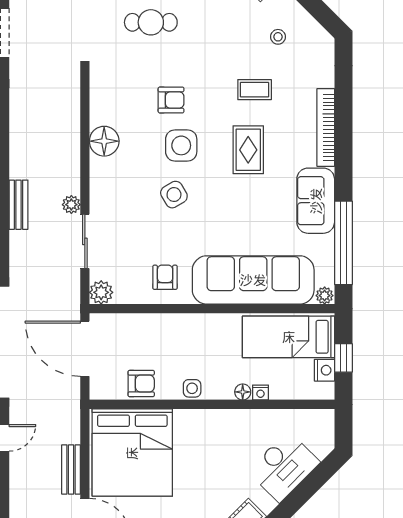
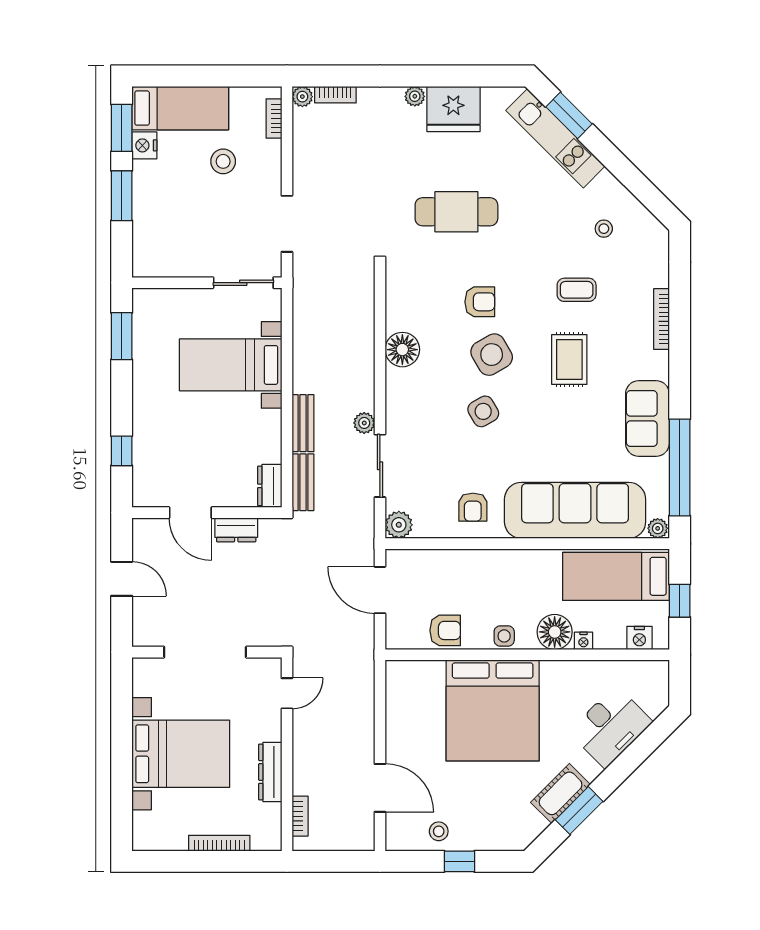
cafe table: (151, 22) -> (456, 212), width x1.37, depth x1.35
bookcase: (326, 127) -> (662, 319), width x0.68, depth x0.76
side table: (181, 145) -> (492, 355), turned -30
armchair: (165, 277) -> (473, 507), turned 180
door: (85, 349) -> (380, 590), width x0.73
nightstand: (324, 370) -> (639, 638), moved, turned 90
floor lamp: (243, 392) -> (555, 632), width x1.89, depth x1.89
bed: (132, 453) -> (493, 710), moved
bench: (71, 470) -> (303, 482), moved

